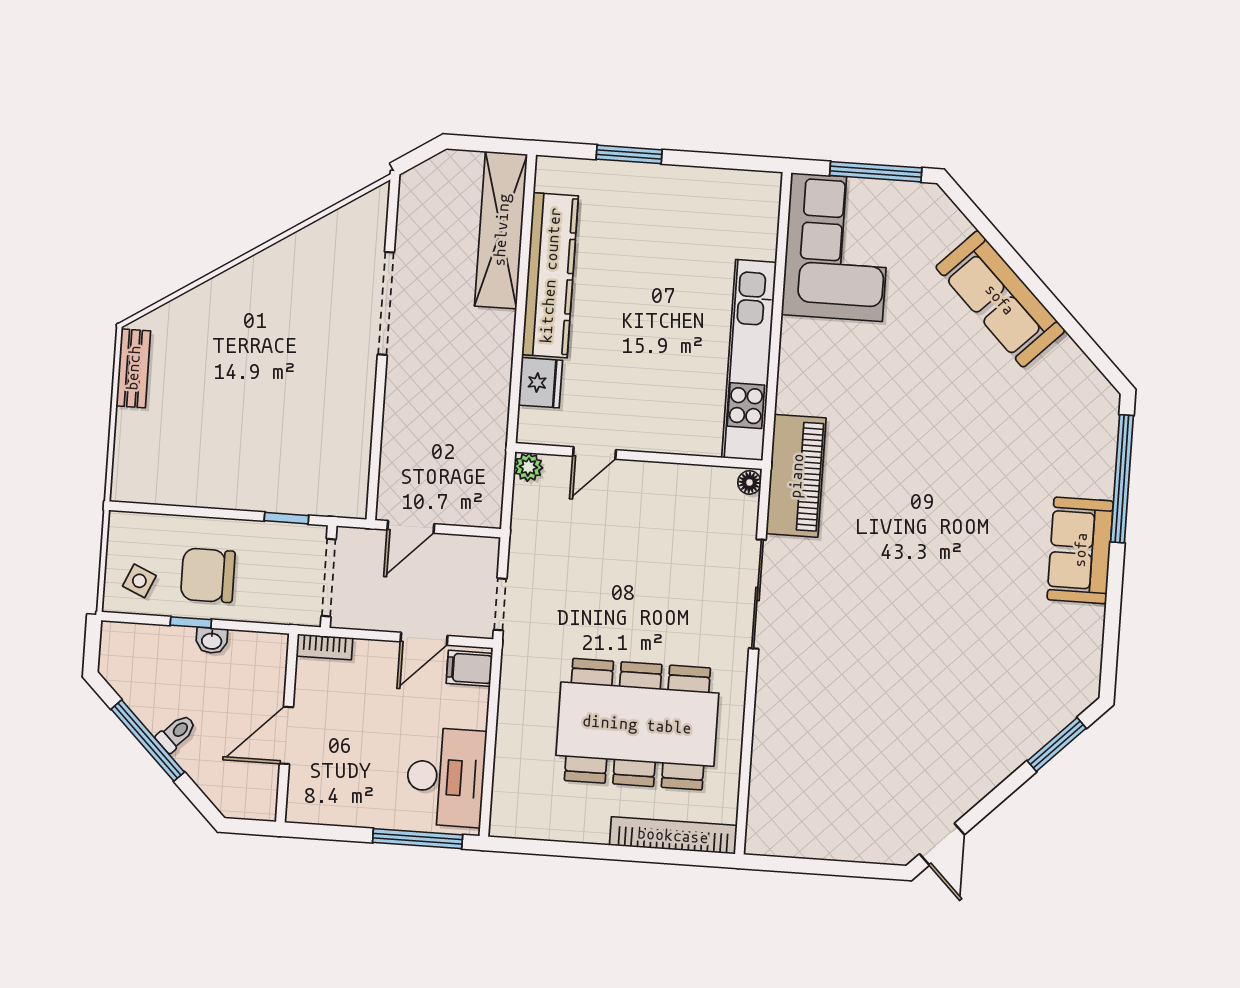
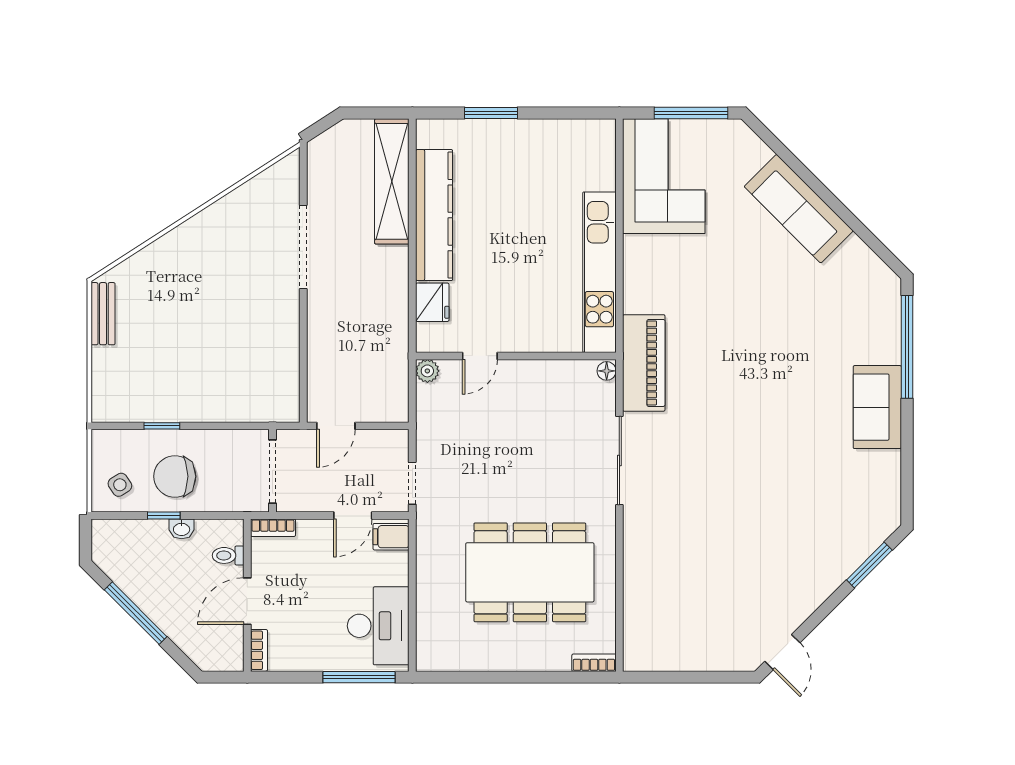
window: (286, 518) -> (162, 426), moved
side table: (139, 581) -> (120, 485), turned 33
toilet: (176, 733) -> (228, 555), moved, turned -135
bookcase: (297, 797) -> (259, 650), added
bookcase: (673, 835) -> (594, 663), width x0.43, depth x0.76

